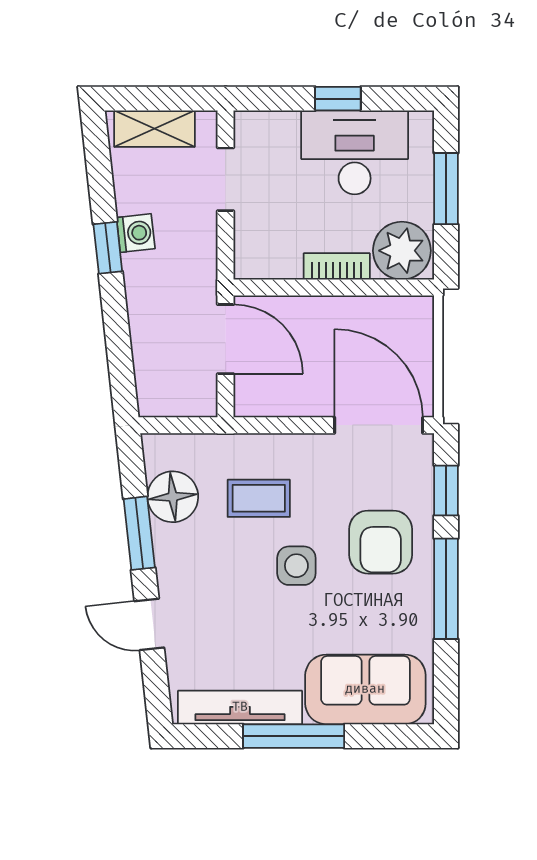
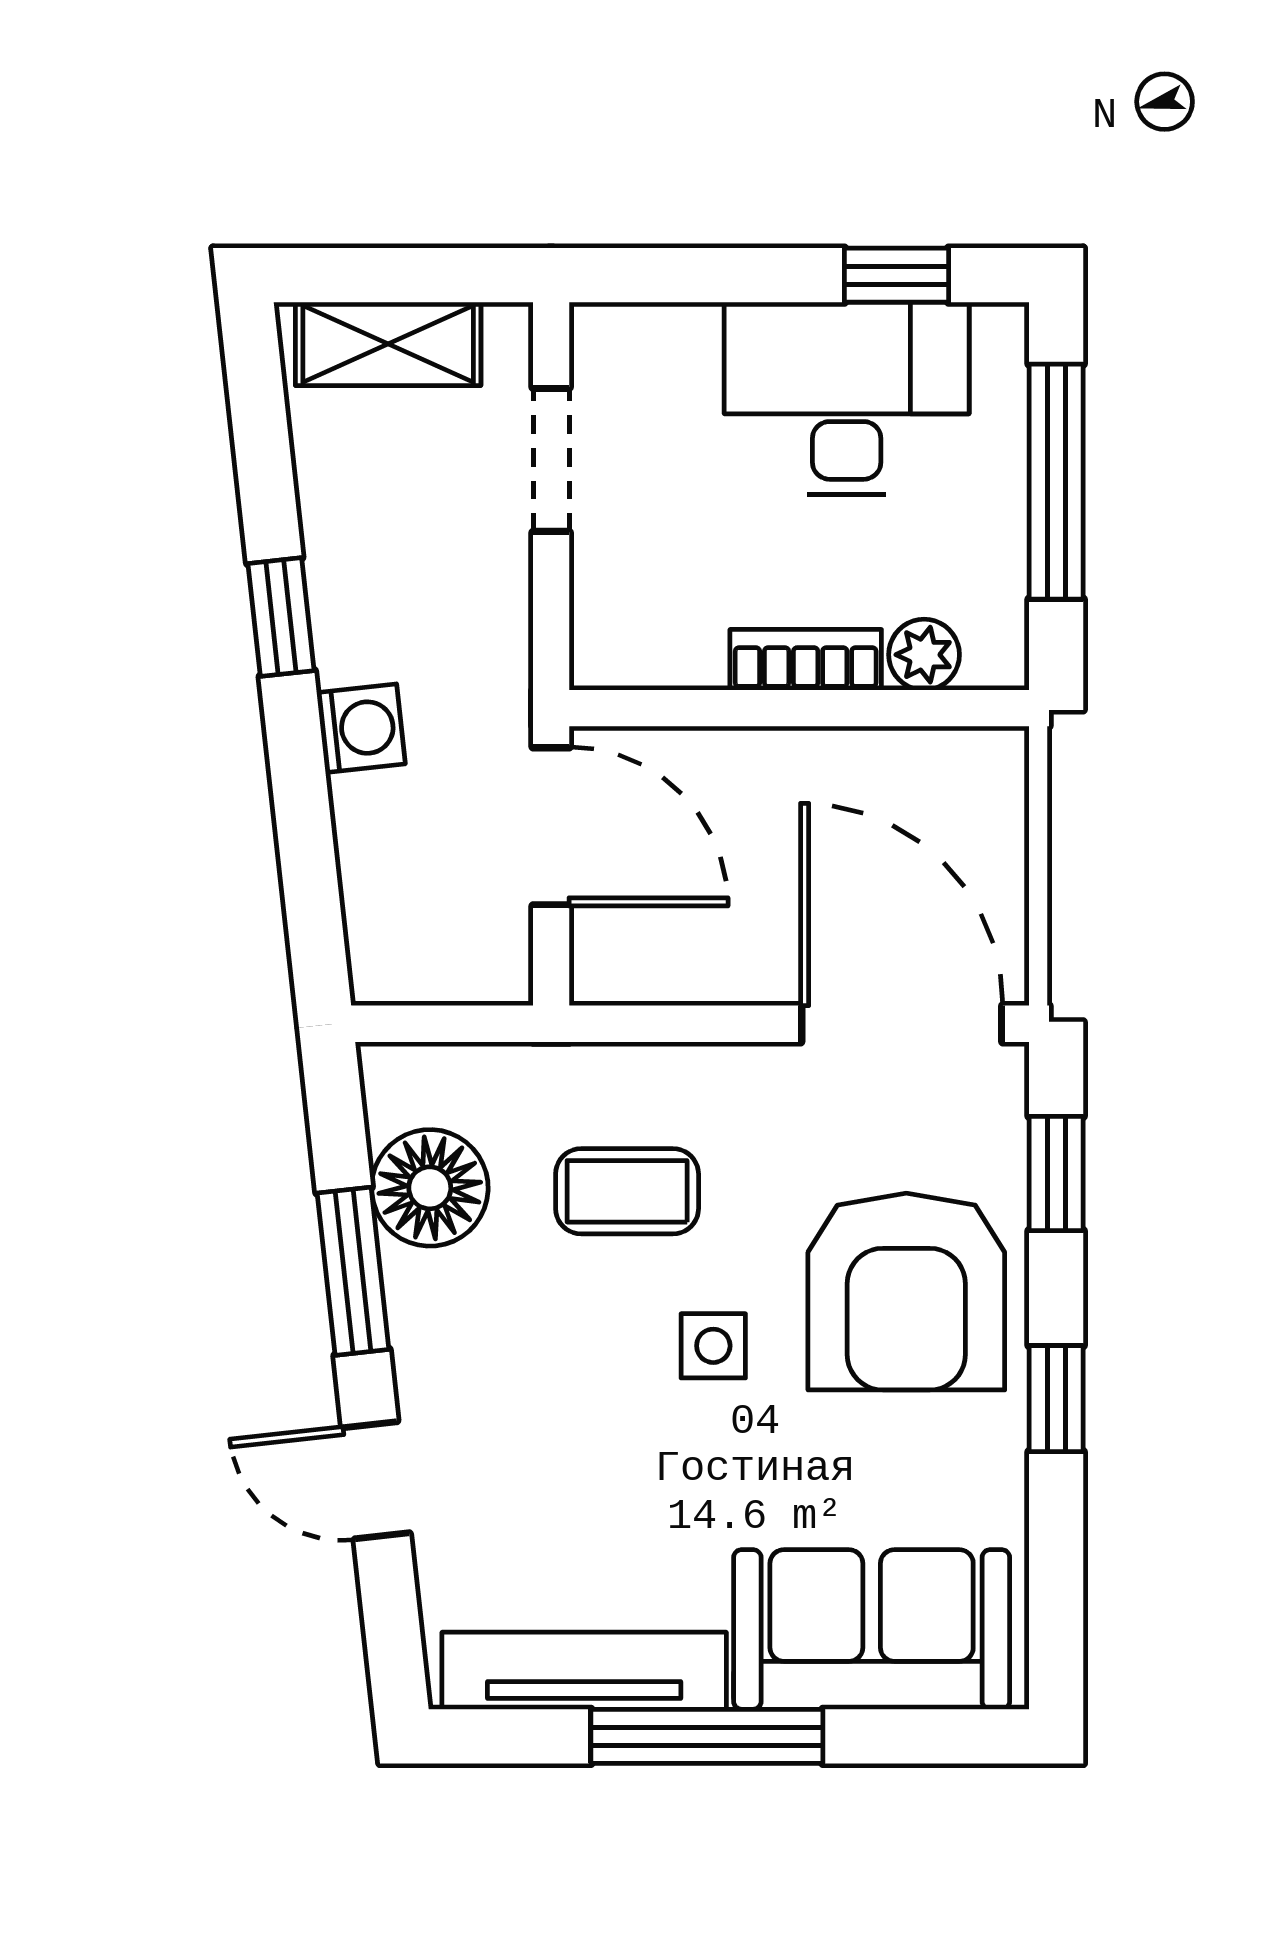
window: (338, 99) -> (897, 275), moved
window: (446, 189) -> (1056, 482), width x1.44
washing machine: (136, 233) -> (361, 728), moved
plant: (402, 251) -> (924, 655), width x0.53, depth x0.53
armchair: (381, 542) -> (906, 1292), width x1.36, depth x1.36
side table: (296, 566) -> (713, 1346), width x0.73, depth x0.73
window: (446, 589) -> (1056, 1399), width x0.46

